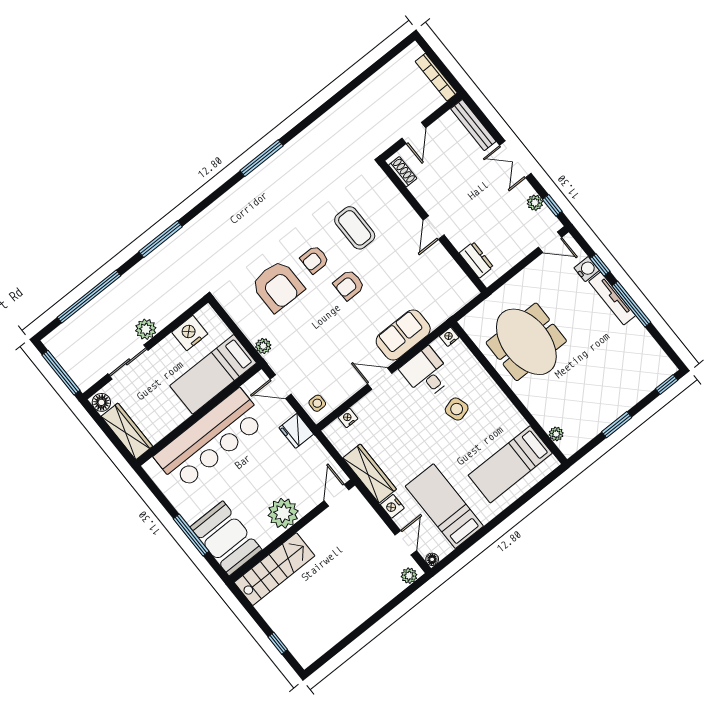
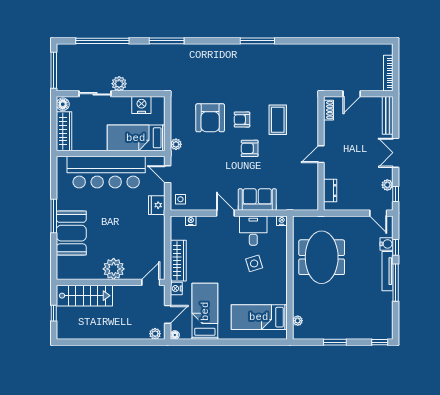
door: (337, 495) -> (151, 282), moved
plant: (283, 513) -> (114, 269), moved
wall: (292, 531) -> (111, 282), moved
stairs: (274, 569) -> (84, 296), moved

